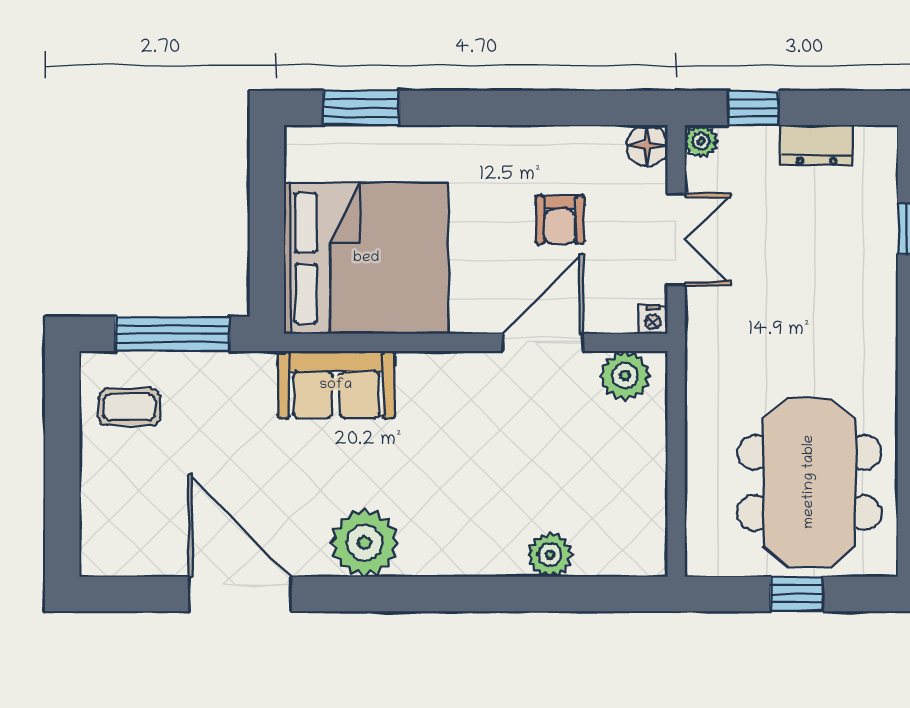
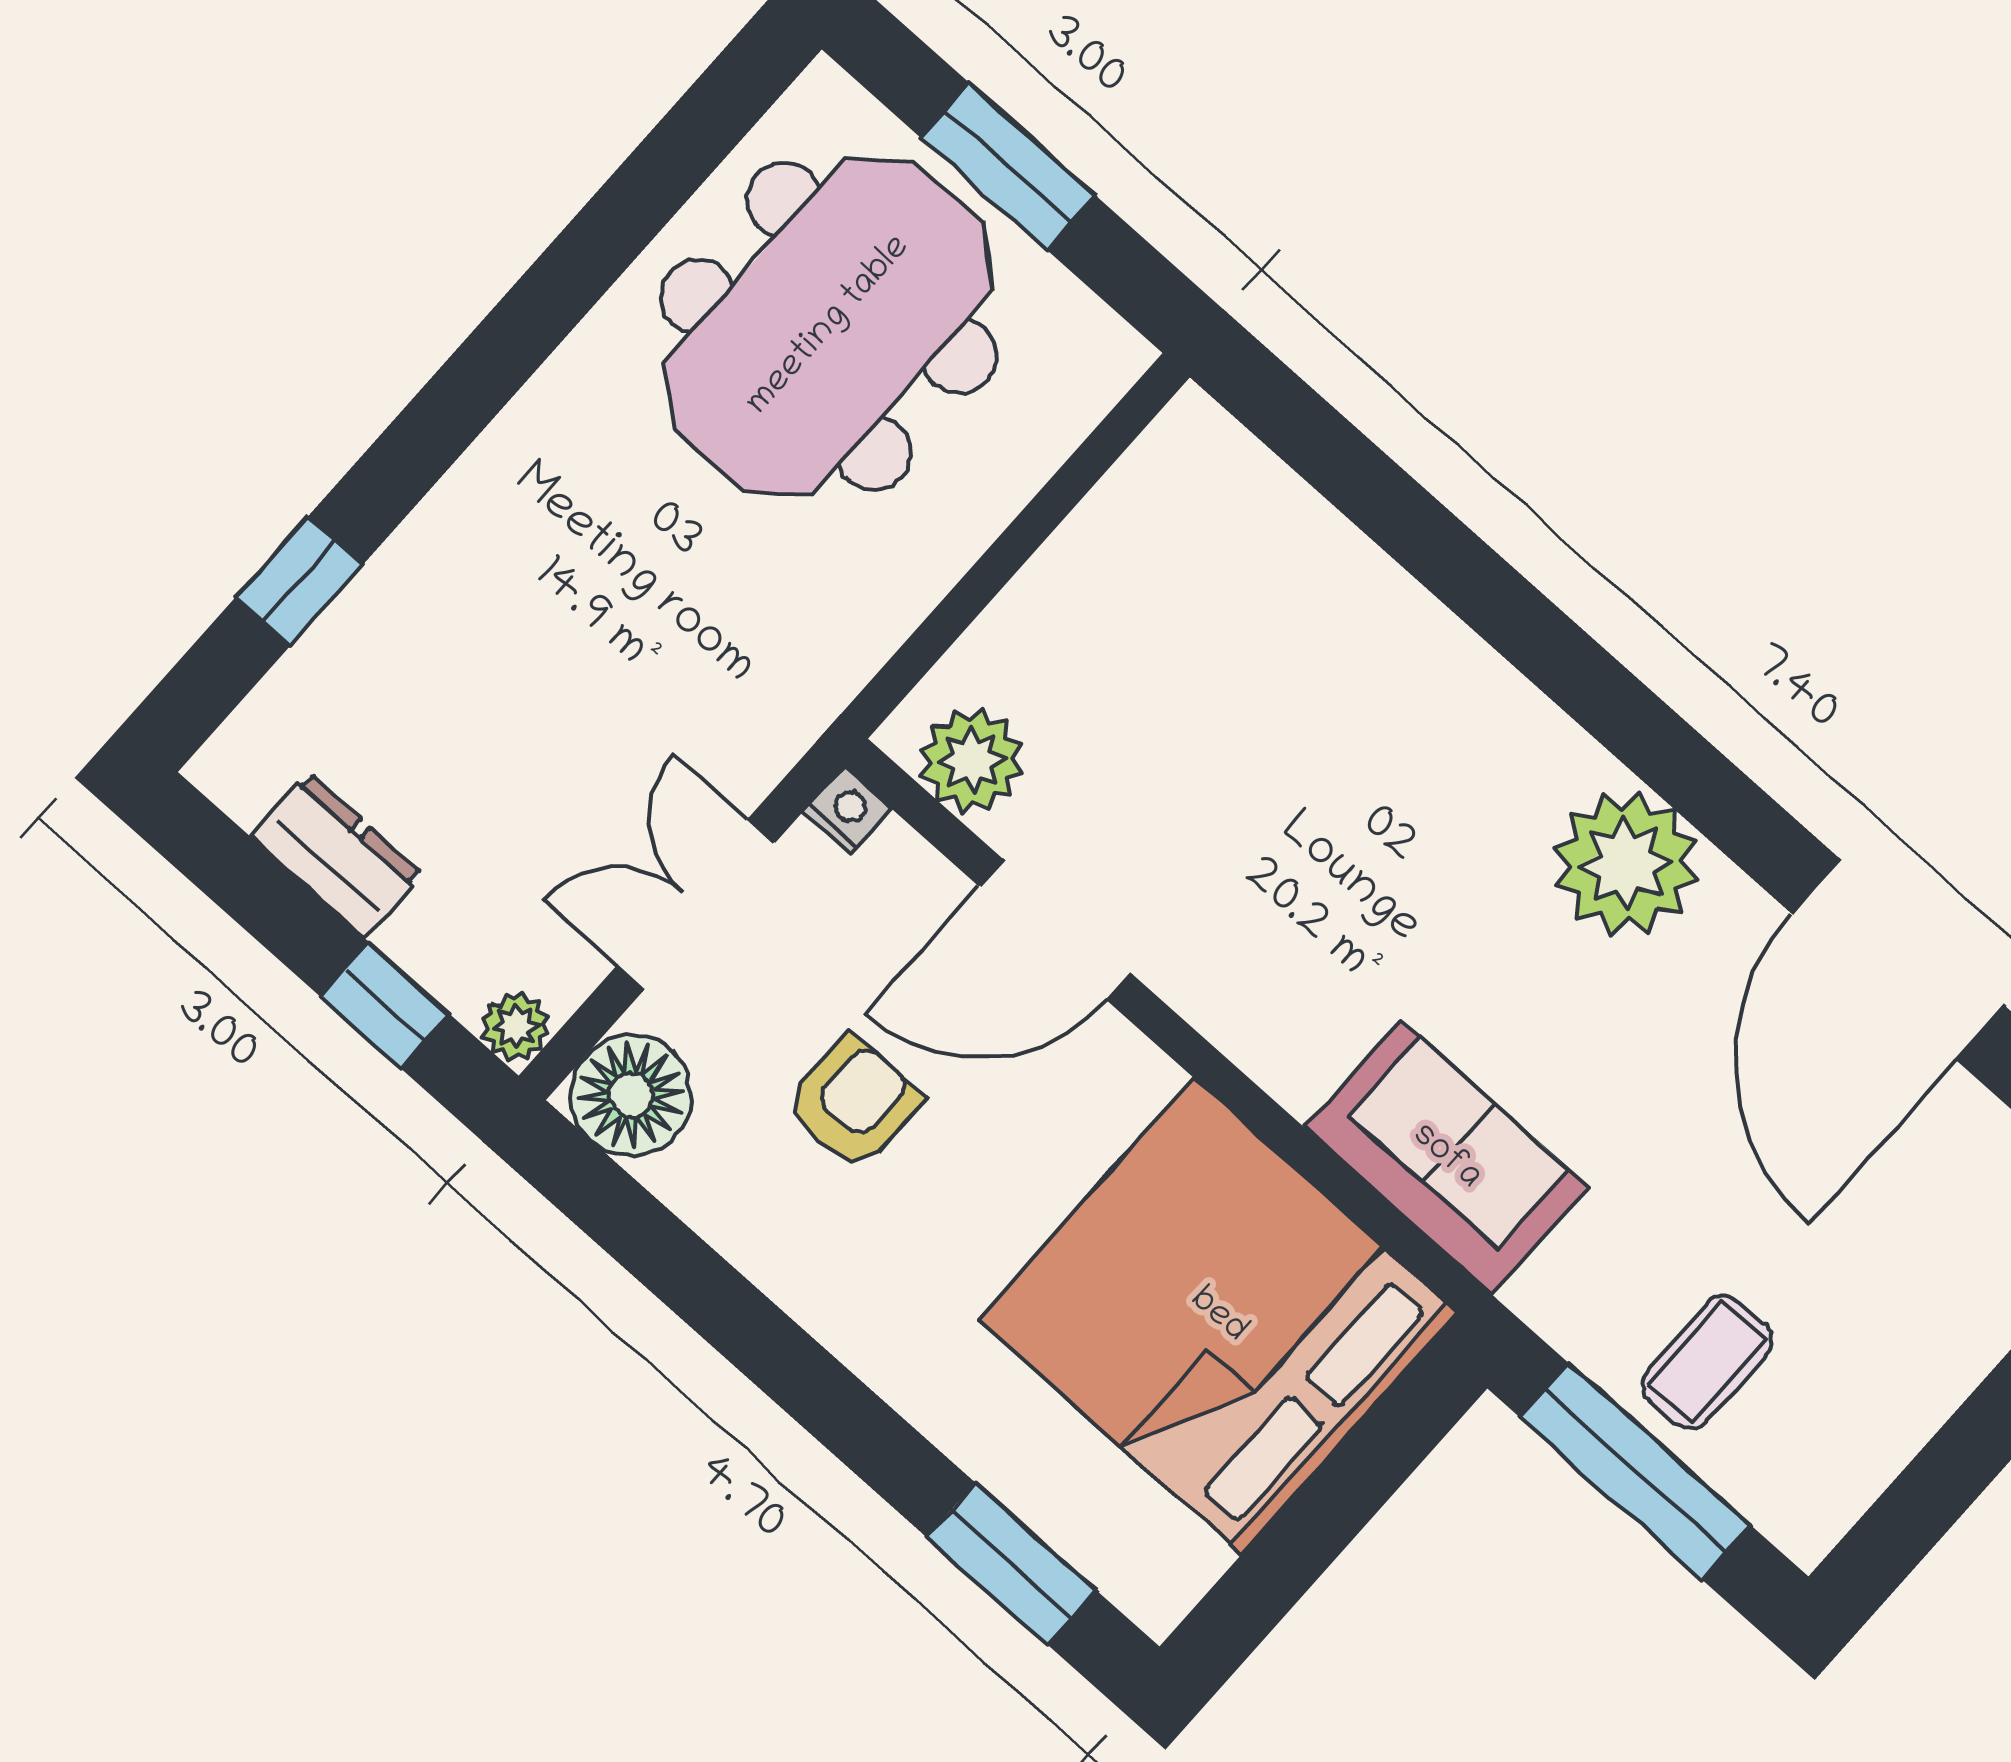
floor lamp: (647, 145) -> (631, 1095), width x1.38, depth x1.38
coffee table: (129, 407) -> (1707, 1362), moved, turned 90
plant: (550, 555) -> (1347, 581), removed
window: (796, 594) -> (1008, 167), width x1.50

